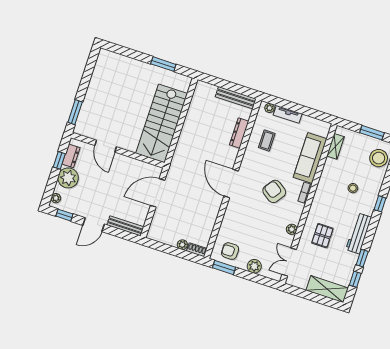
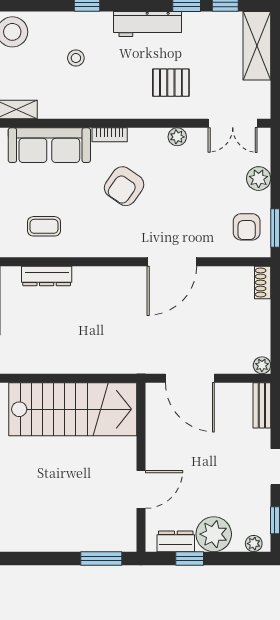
door: (231, 184) -> (172, 262), moved
bench: (125, 226) -> (262, 405), width x0.73
plant: (182, 245) -> (262, 365), moved

